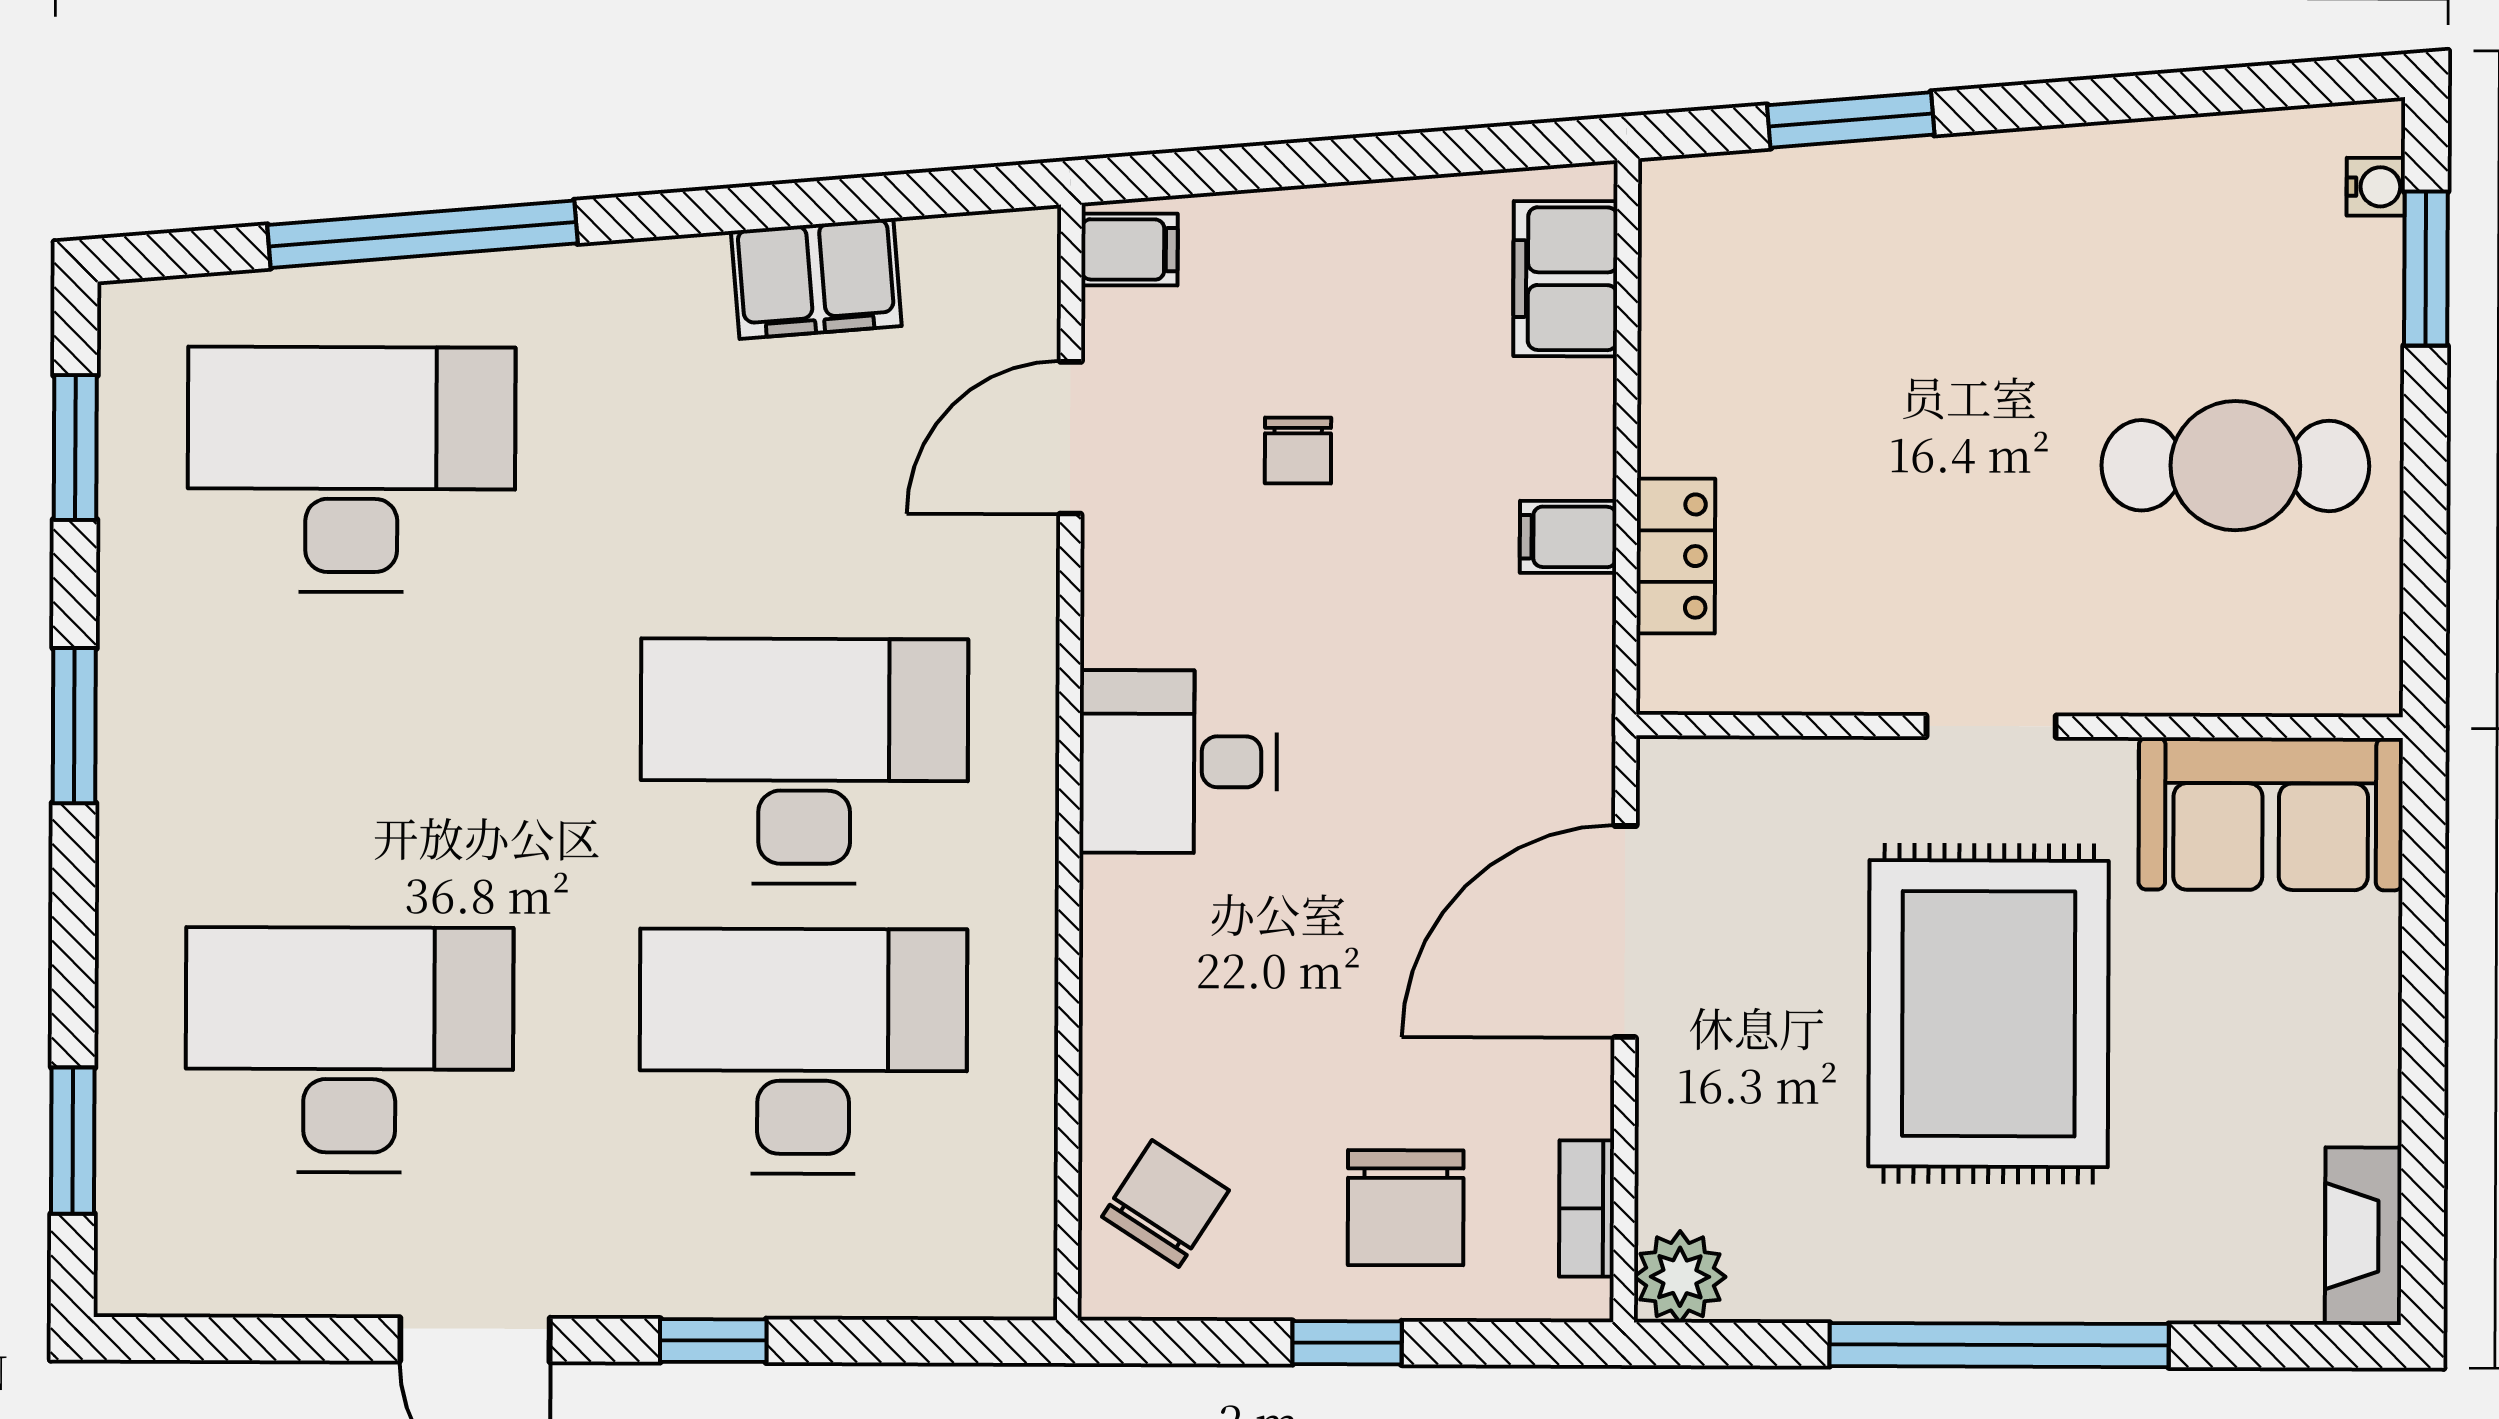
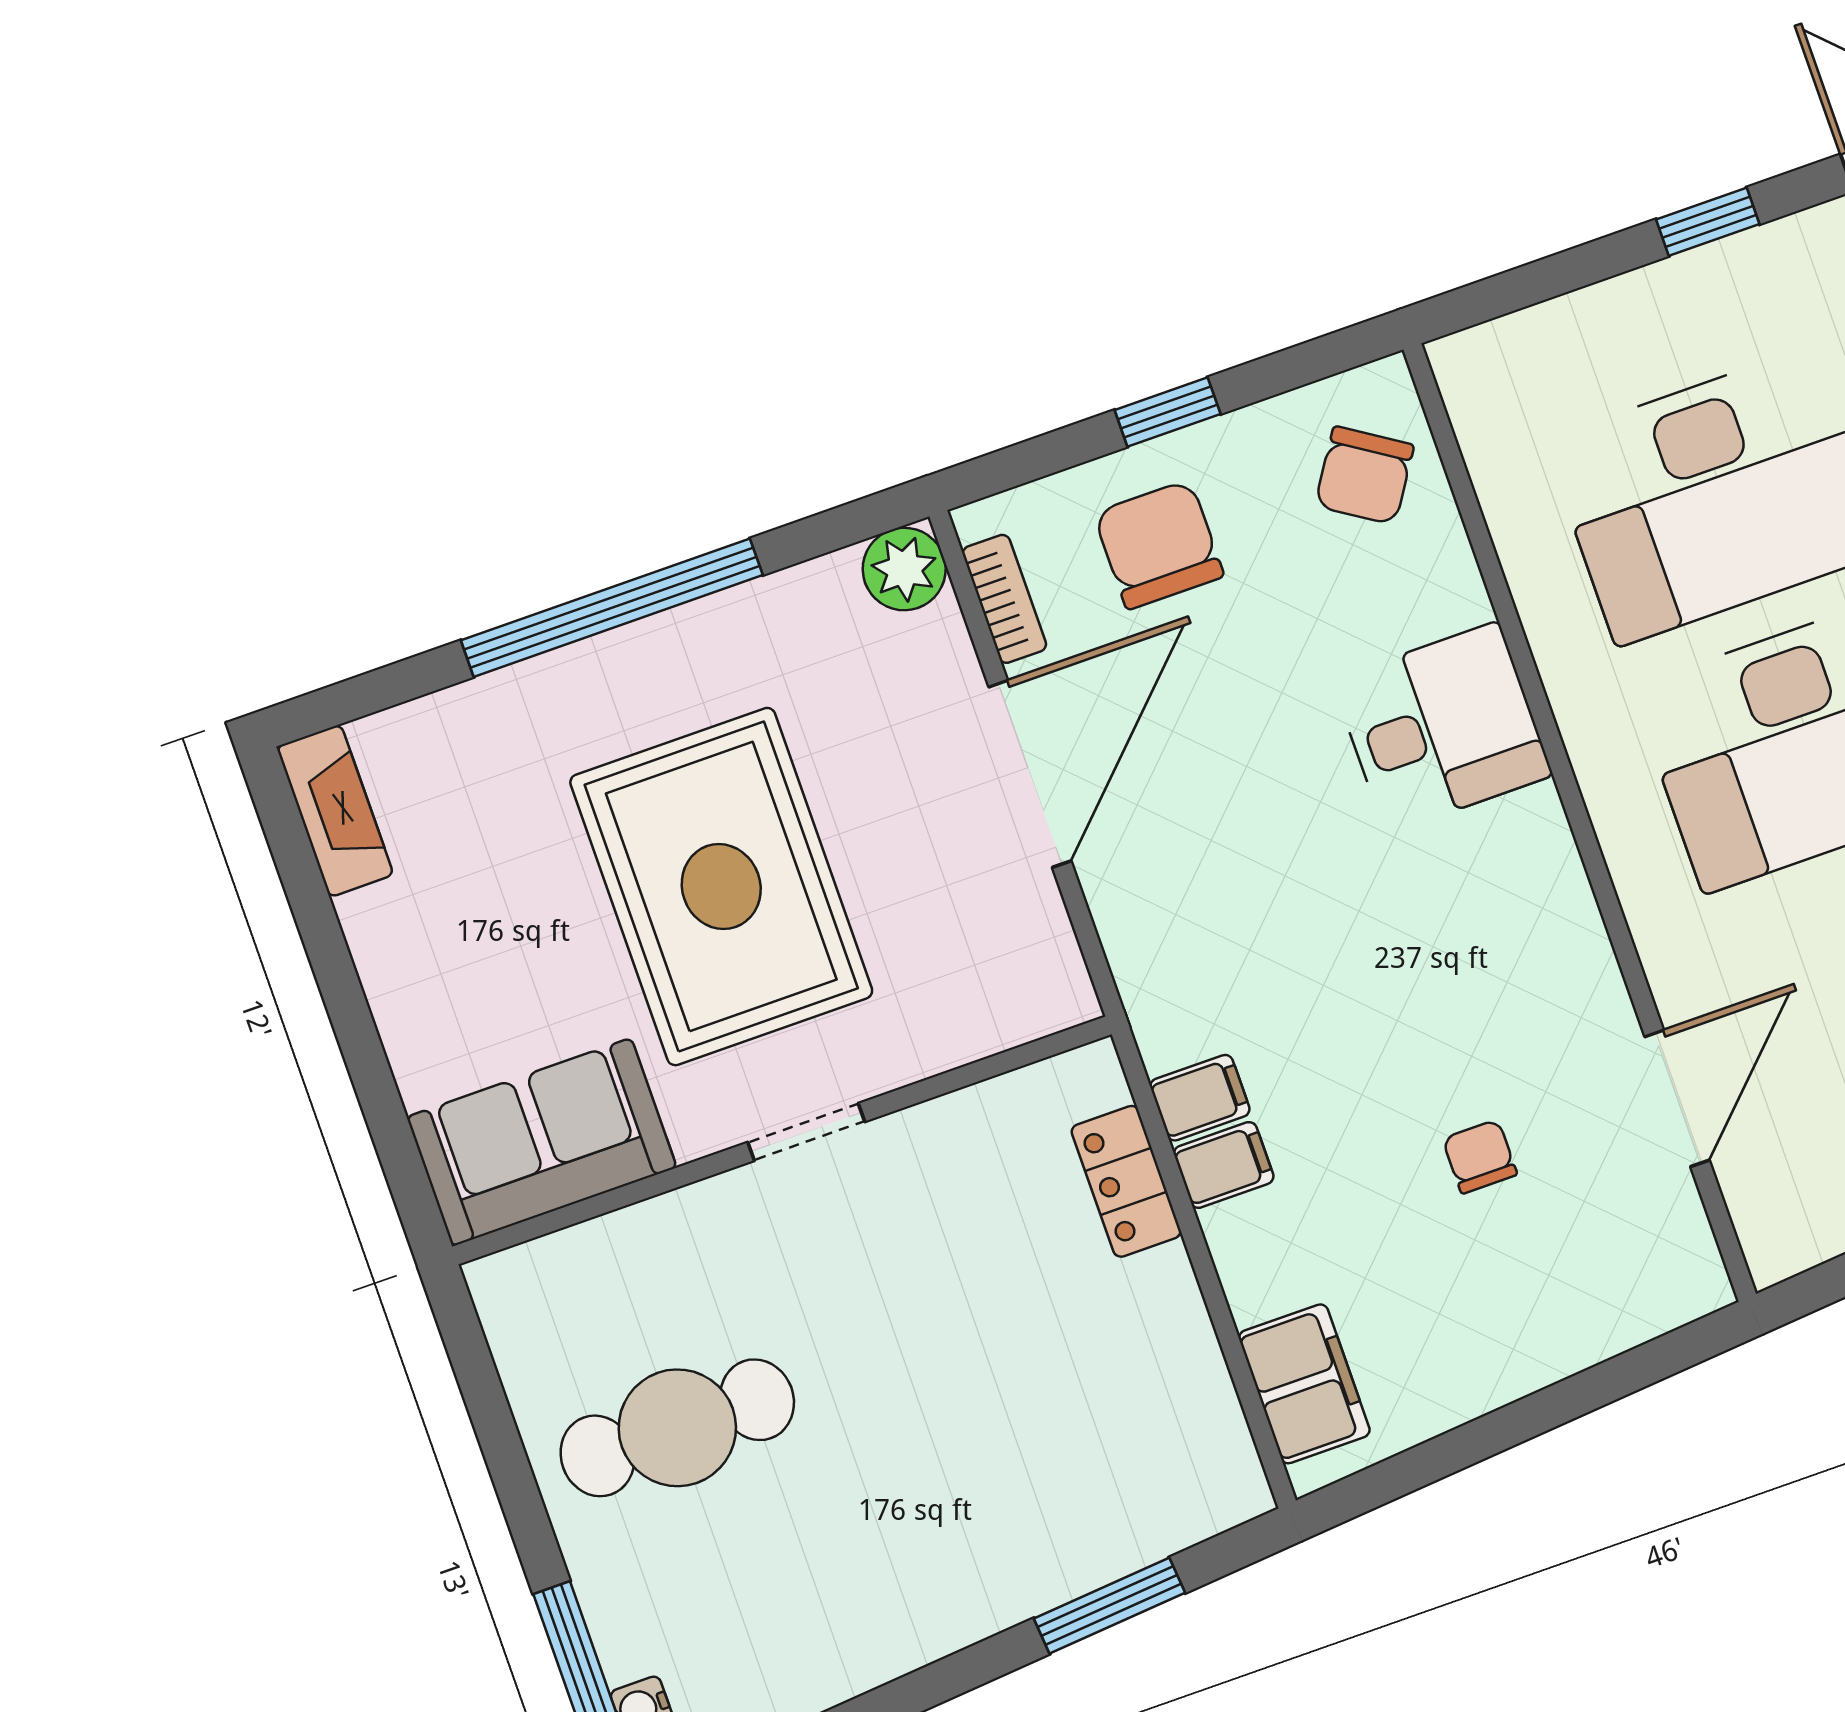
filing cabinet: (1130, 250) -> (1200, 1098), moved, turned 180
desk: (1178, 762) -> (1442, 727), moved
door: (1625, 932) -> (1030, 774), moved

